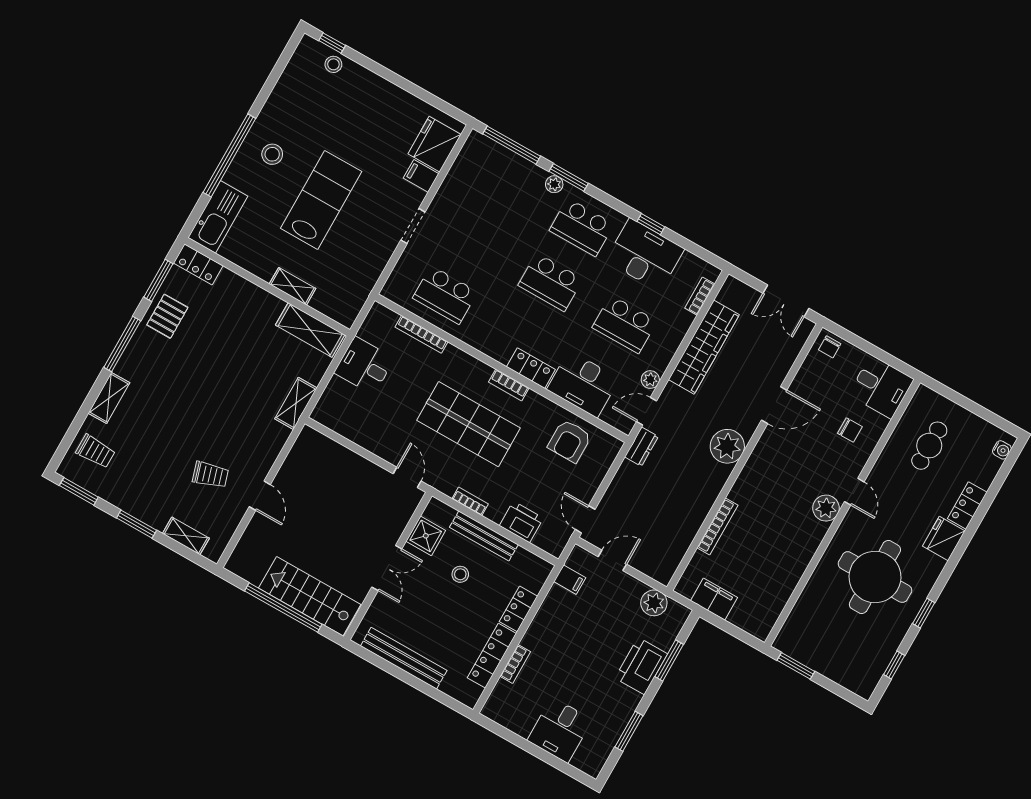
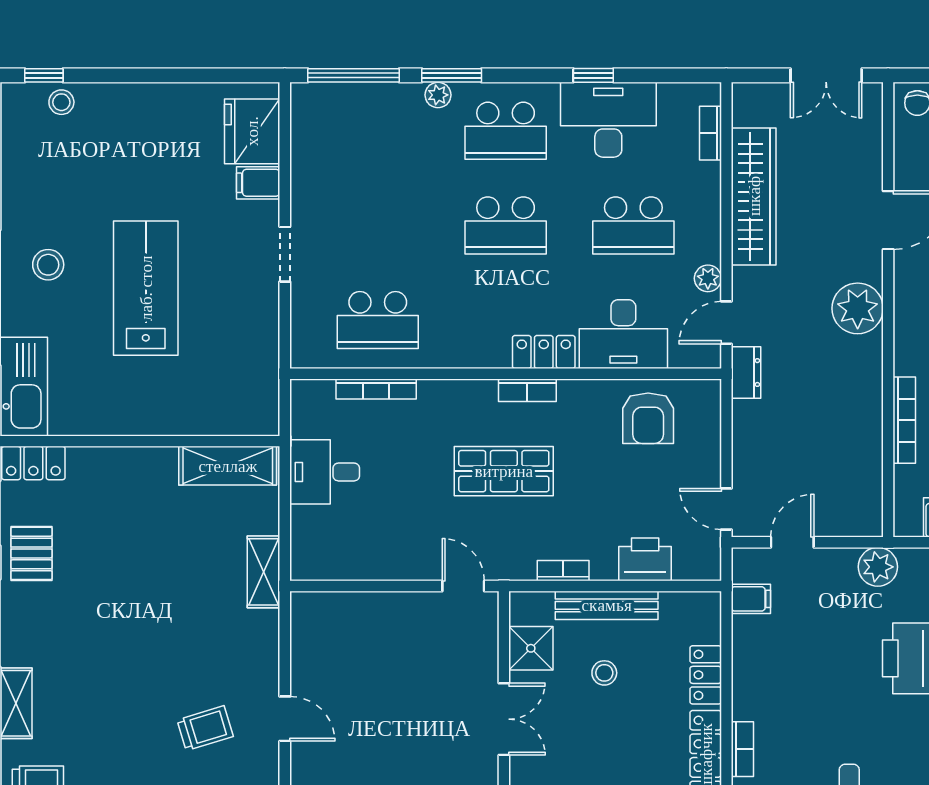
shelving: (293, 286) -> (172, 422), removed
shop shelf: (468, 424) -> (504, 471), width x0.70, depth x0.74

